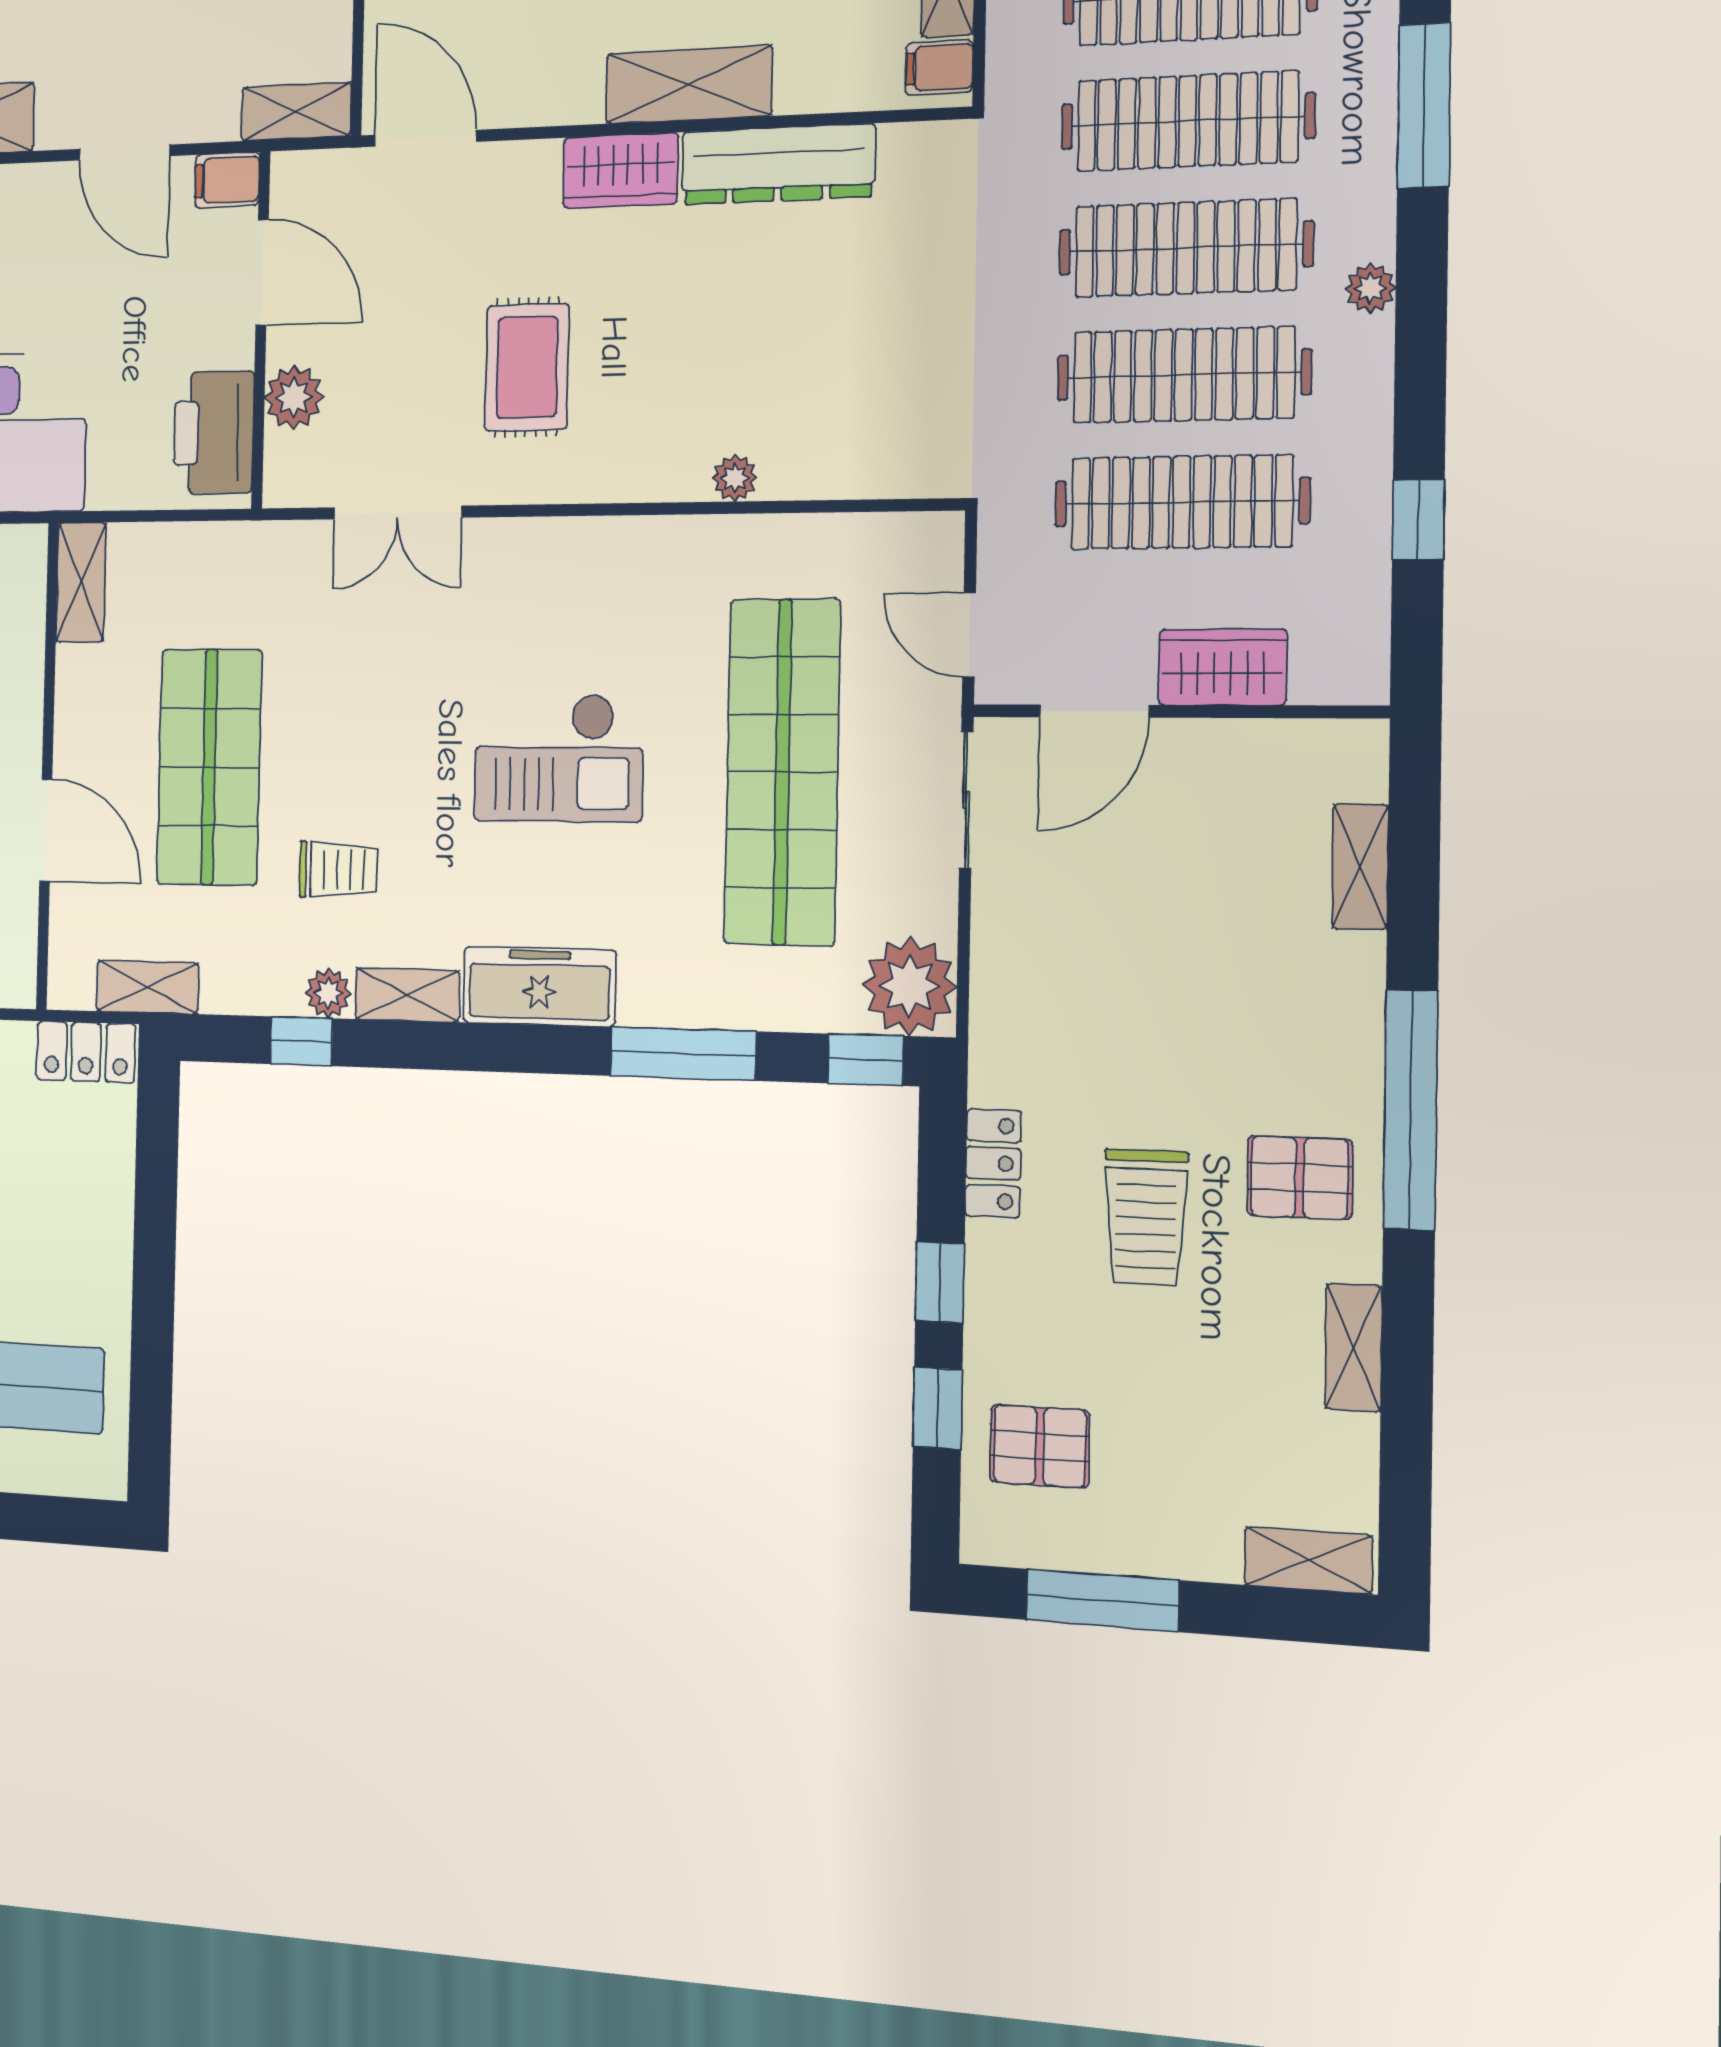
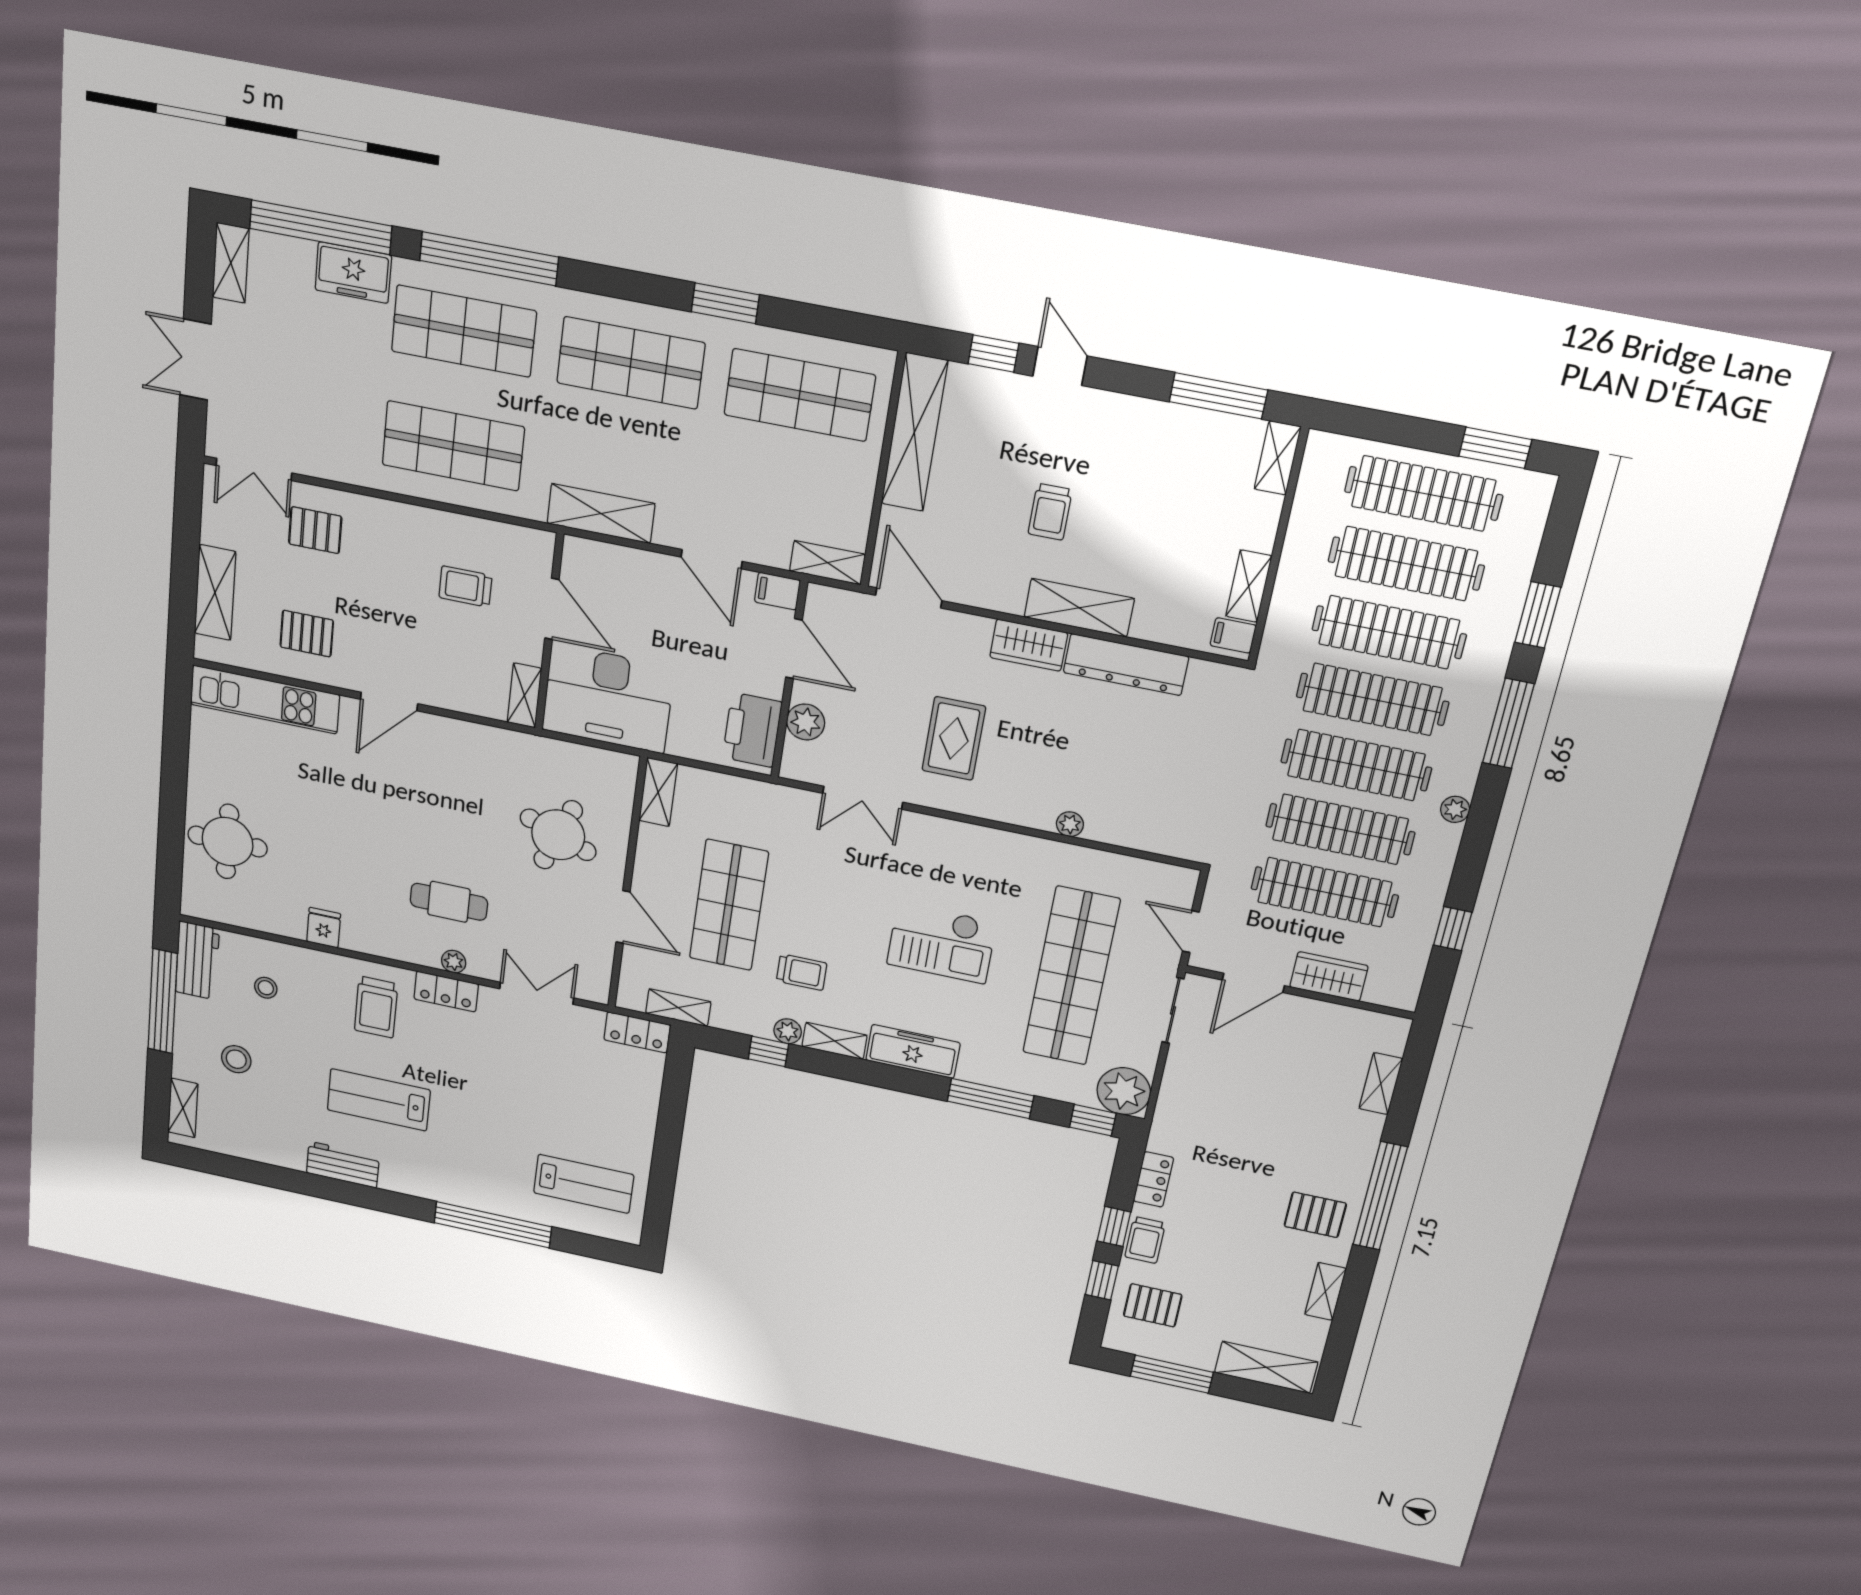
trolley: (1146, 1217) -> (1145, 1240), moved, width x0.73, depth x0.72
shelving: (1308, 1560) -> (1266, 1367), width x1.50, depth x1.33

